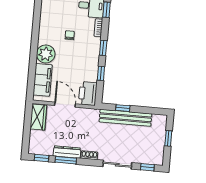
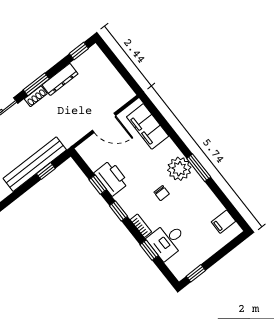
window: (36, 30) -> (199, 168), added
plant: (46, 54) -> (179, 169), moved
printer: (88, 93) -> (111, 178), moved
wardrobe: (38, 117) -> (118, 87), removed
window: (66, 160) -> (36, 84), moved

